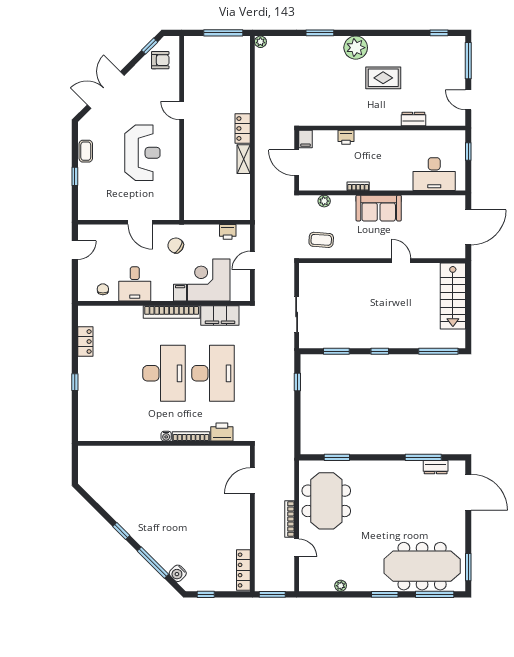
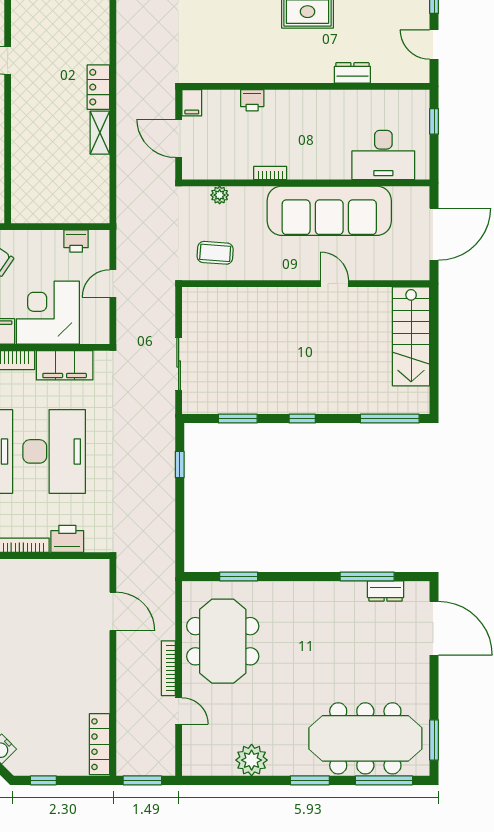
sofa: (379, 208) -> (329, 211), width x1.85, depth x1.27
door: (252, 481) -> (113, 611), swing flipped
plant: (341, 586) -> (252, 760), width x1.88, depth x1.88

